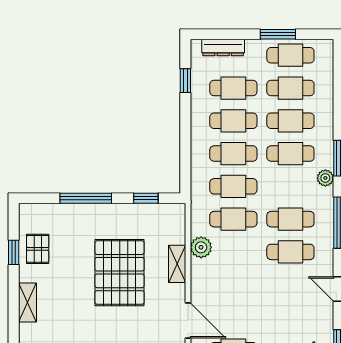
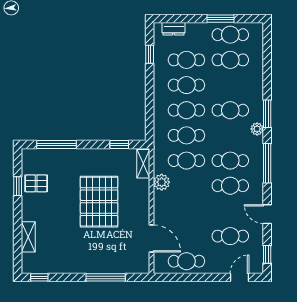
dresser: (223, 48) -> (174, 29), width x0.70
cafe table: (290, 121) -> (230, 236), moved
window: (86, 198) -> (57, 144), moved
pallet: (38, 249) -> (36, 183), turned 90
shelving: (177, 264) -> (143, 164), moved
shelving: (27, 303) -> (28, 237), moved

